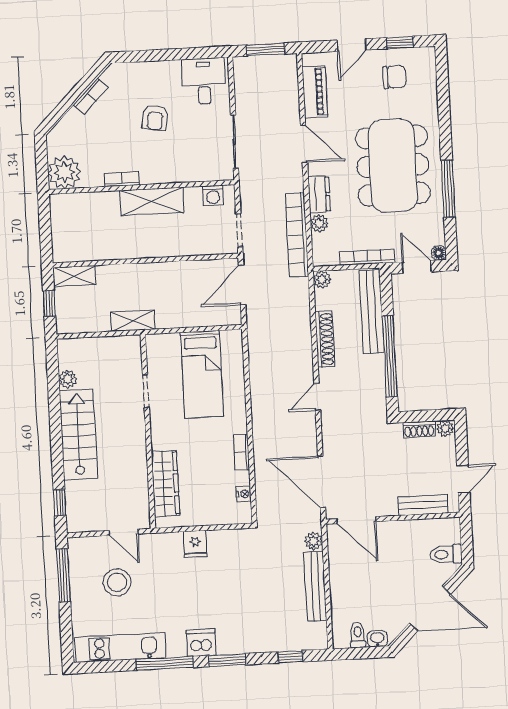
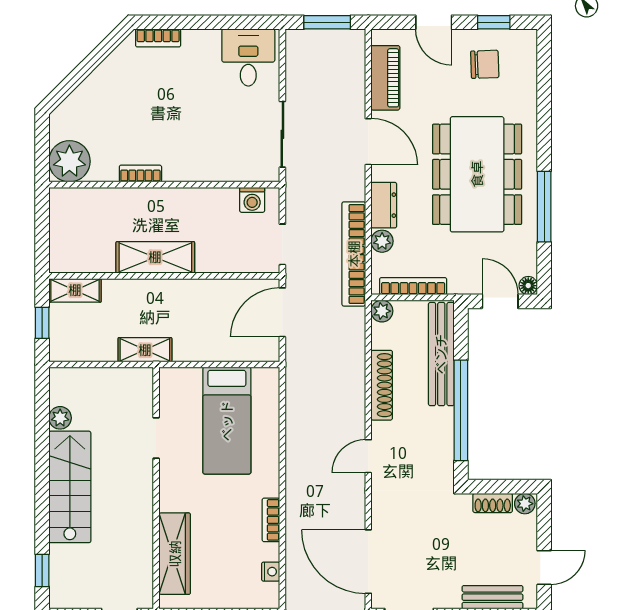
door: (352, 45) -> (434, 22), hinge flipped
bookcase: (91, 96) -> (158, 38), moved, turned 45
armchair: (155, 118) -> (185, 99), removed
shelving: (152, 201) -> (155, 257), moved
bookcase: (367, 257) -> (413, 286), moved

